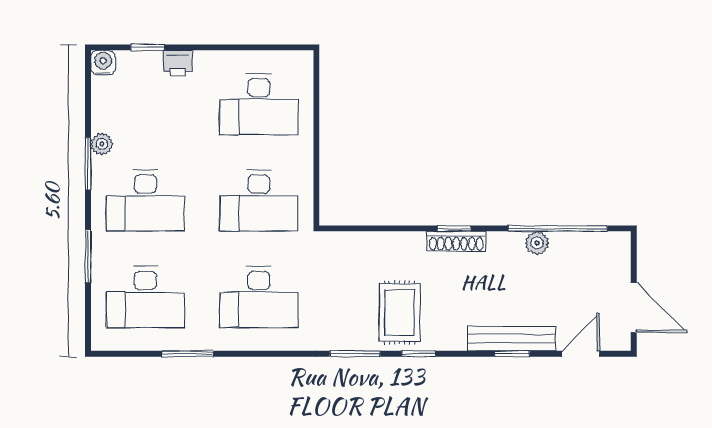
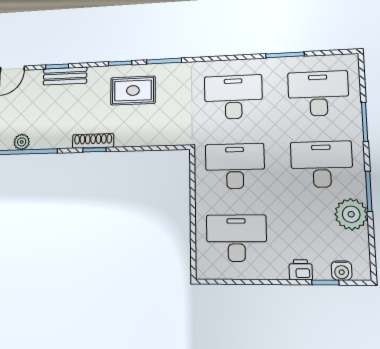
water cooler: (103, 63) -> (342, 271), moved
plant: (102, 144) -> (351, 214), width x1.88, depth x1.88
plant: (537, 243) -> (22, 142), moved
rug: (399, 312) -> (133, 91), turned 90
bench: (512, 339) -> (65, 76), width x0.73

